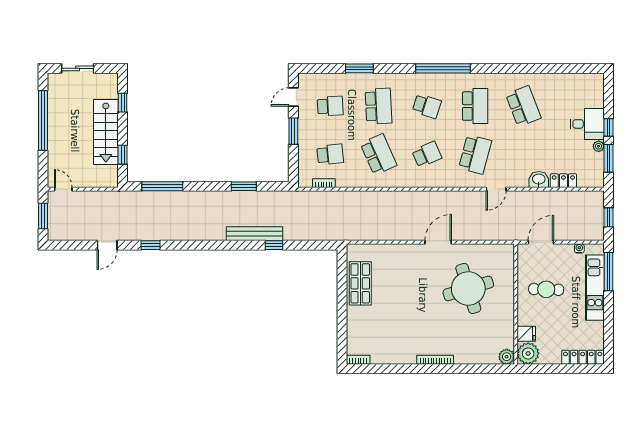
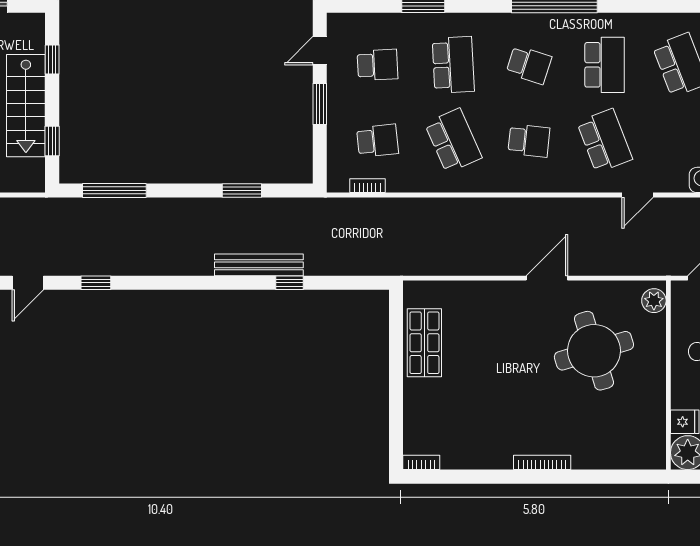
school desk: (427, 154) -> (529, 141), turned 30
school desk: (475, 154) -> (605, 141), turned -36
plant: (507, 357) -> (654, 301), moved

